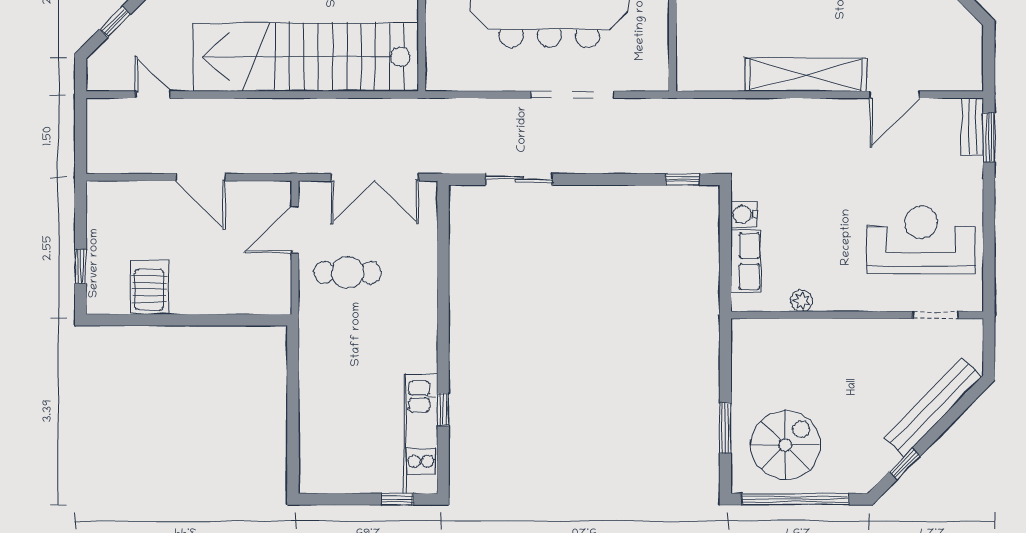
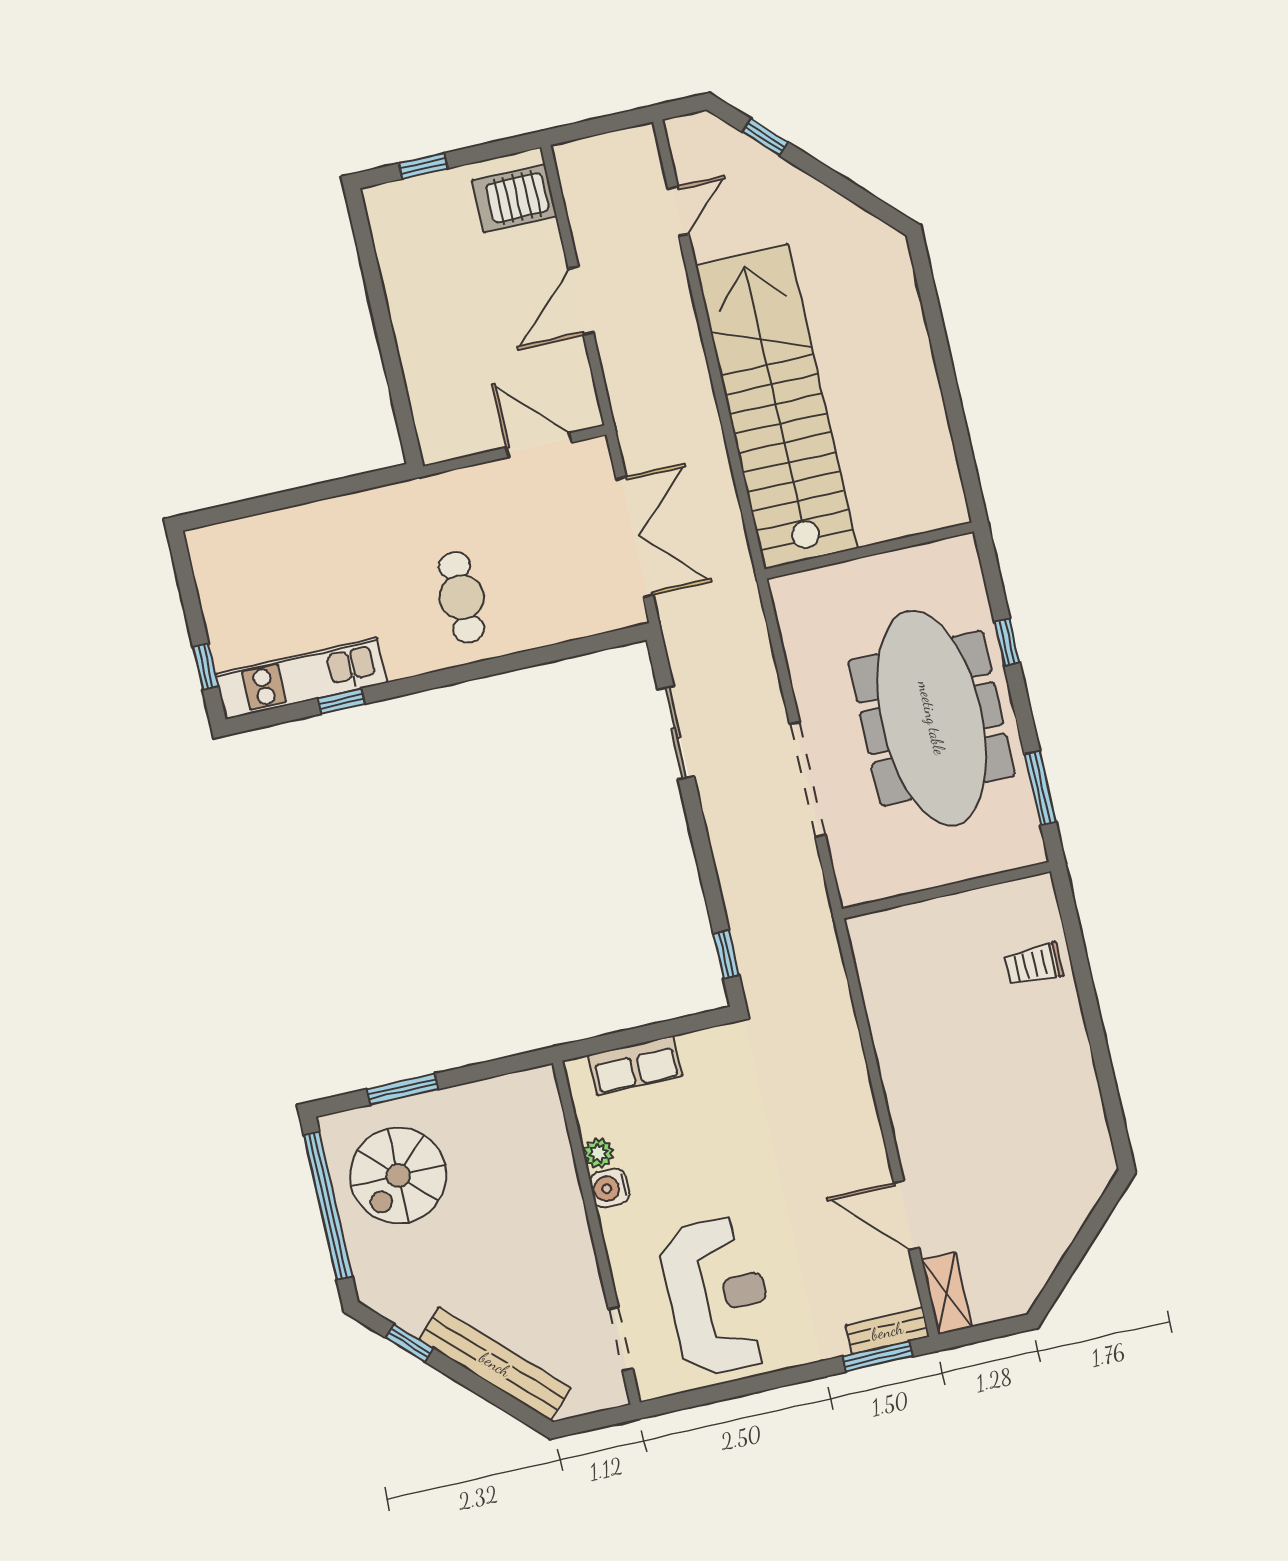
shelving: (805, 75) -> (947, 1293), moved, width x0.45, depth x0.75
double door: (375, 177) -> (635, 537), swing flipped
water cooler: (744, 214) -> (610, 1188), moved, turned -90
cafe table: (348, 273) -> (462, 597), moved
server rack: (149, 287) -> (514, 198), moved, turned 180
spiral stairs: (785, 445) -> (398, 1176), turned 90

